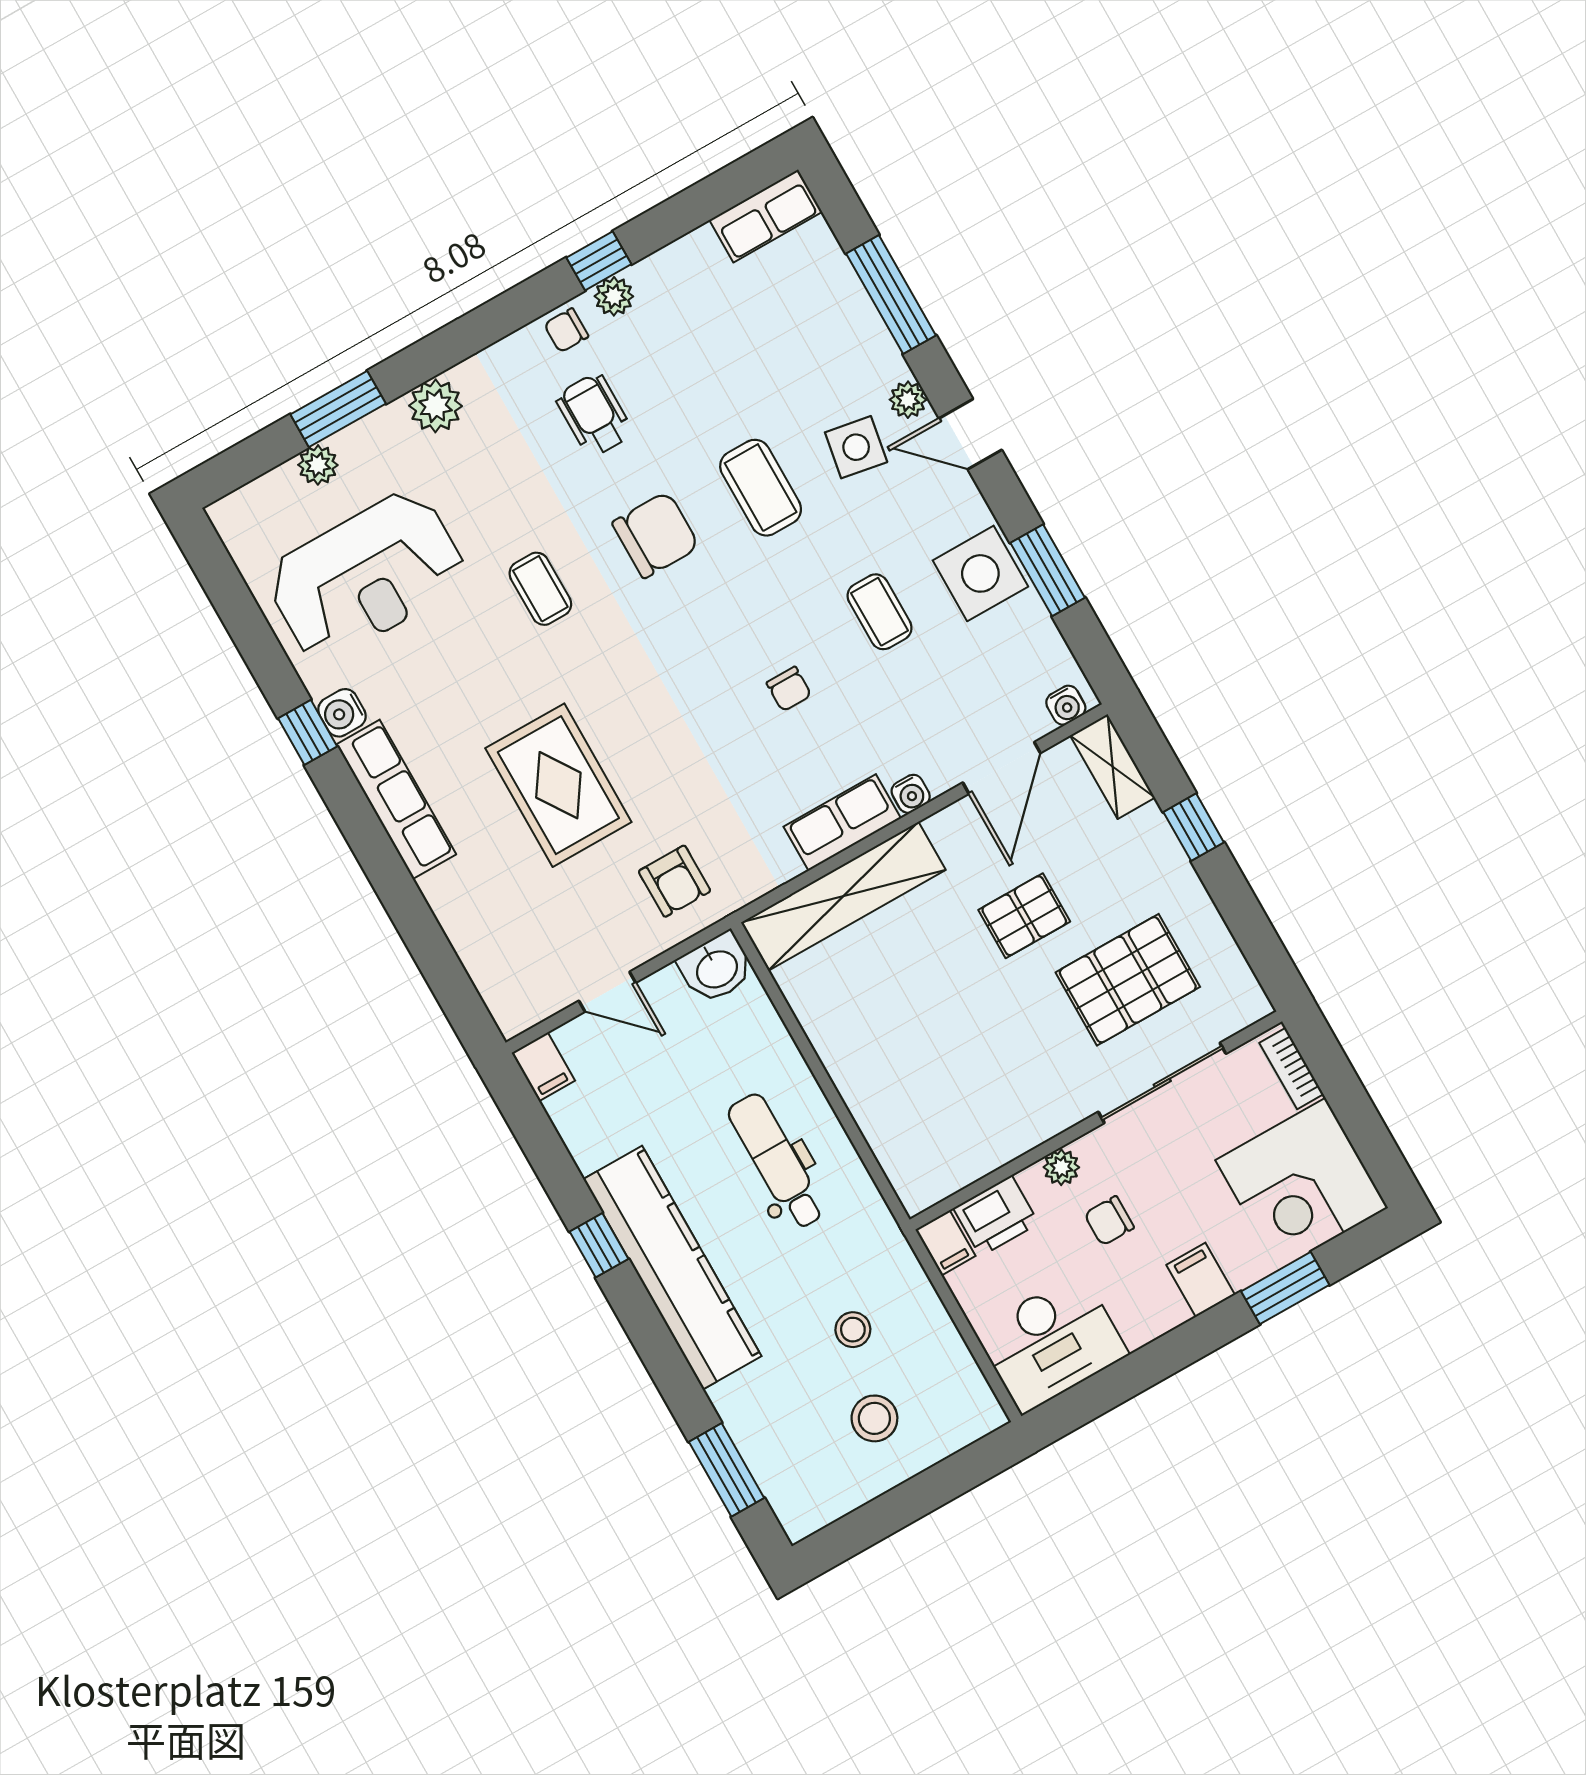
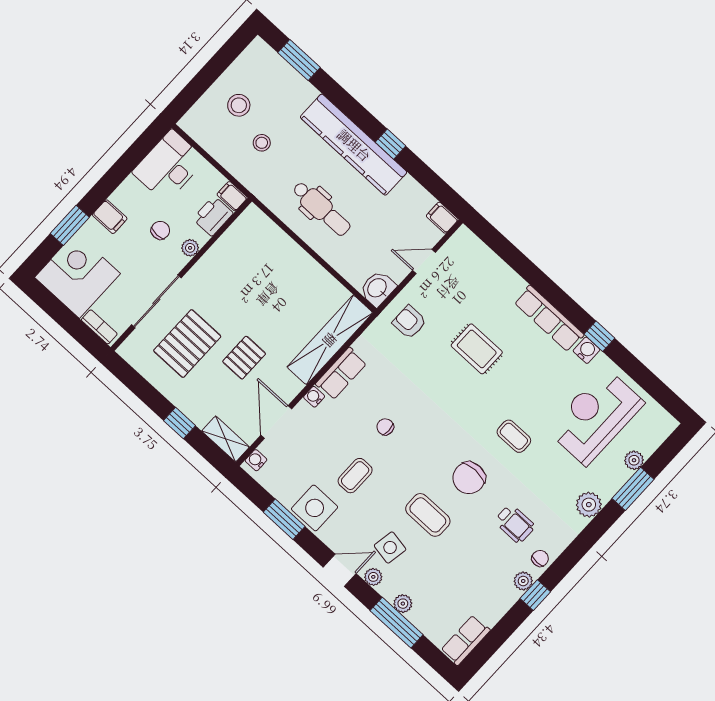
plant: (866, 328) -> (403, 604), added
coffee table: (880, 612) -> (355, 476), turned 90
rug: (558, 785) -> (477, 349), width x0.73, depth x0.70

